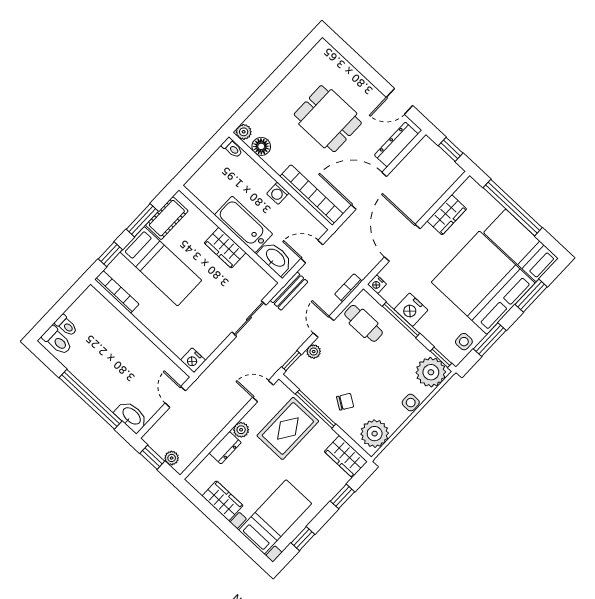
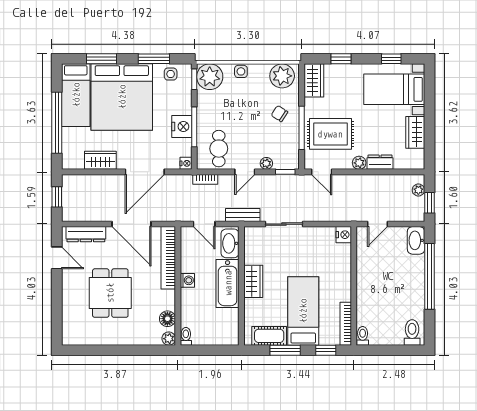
toilet: (66, 325) -> (363, 336), moved

